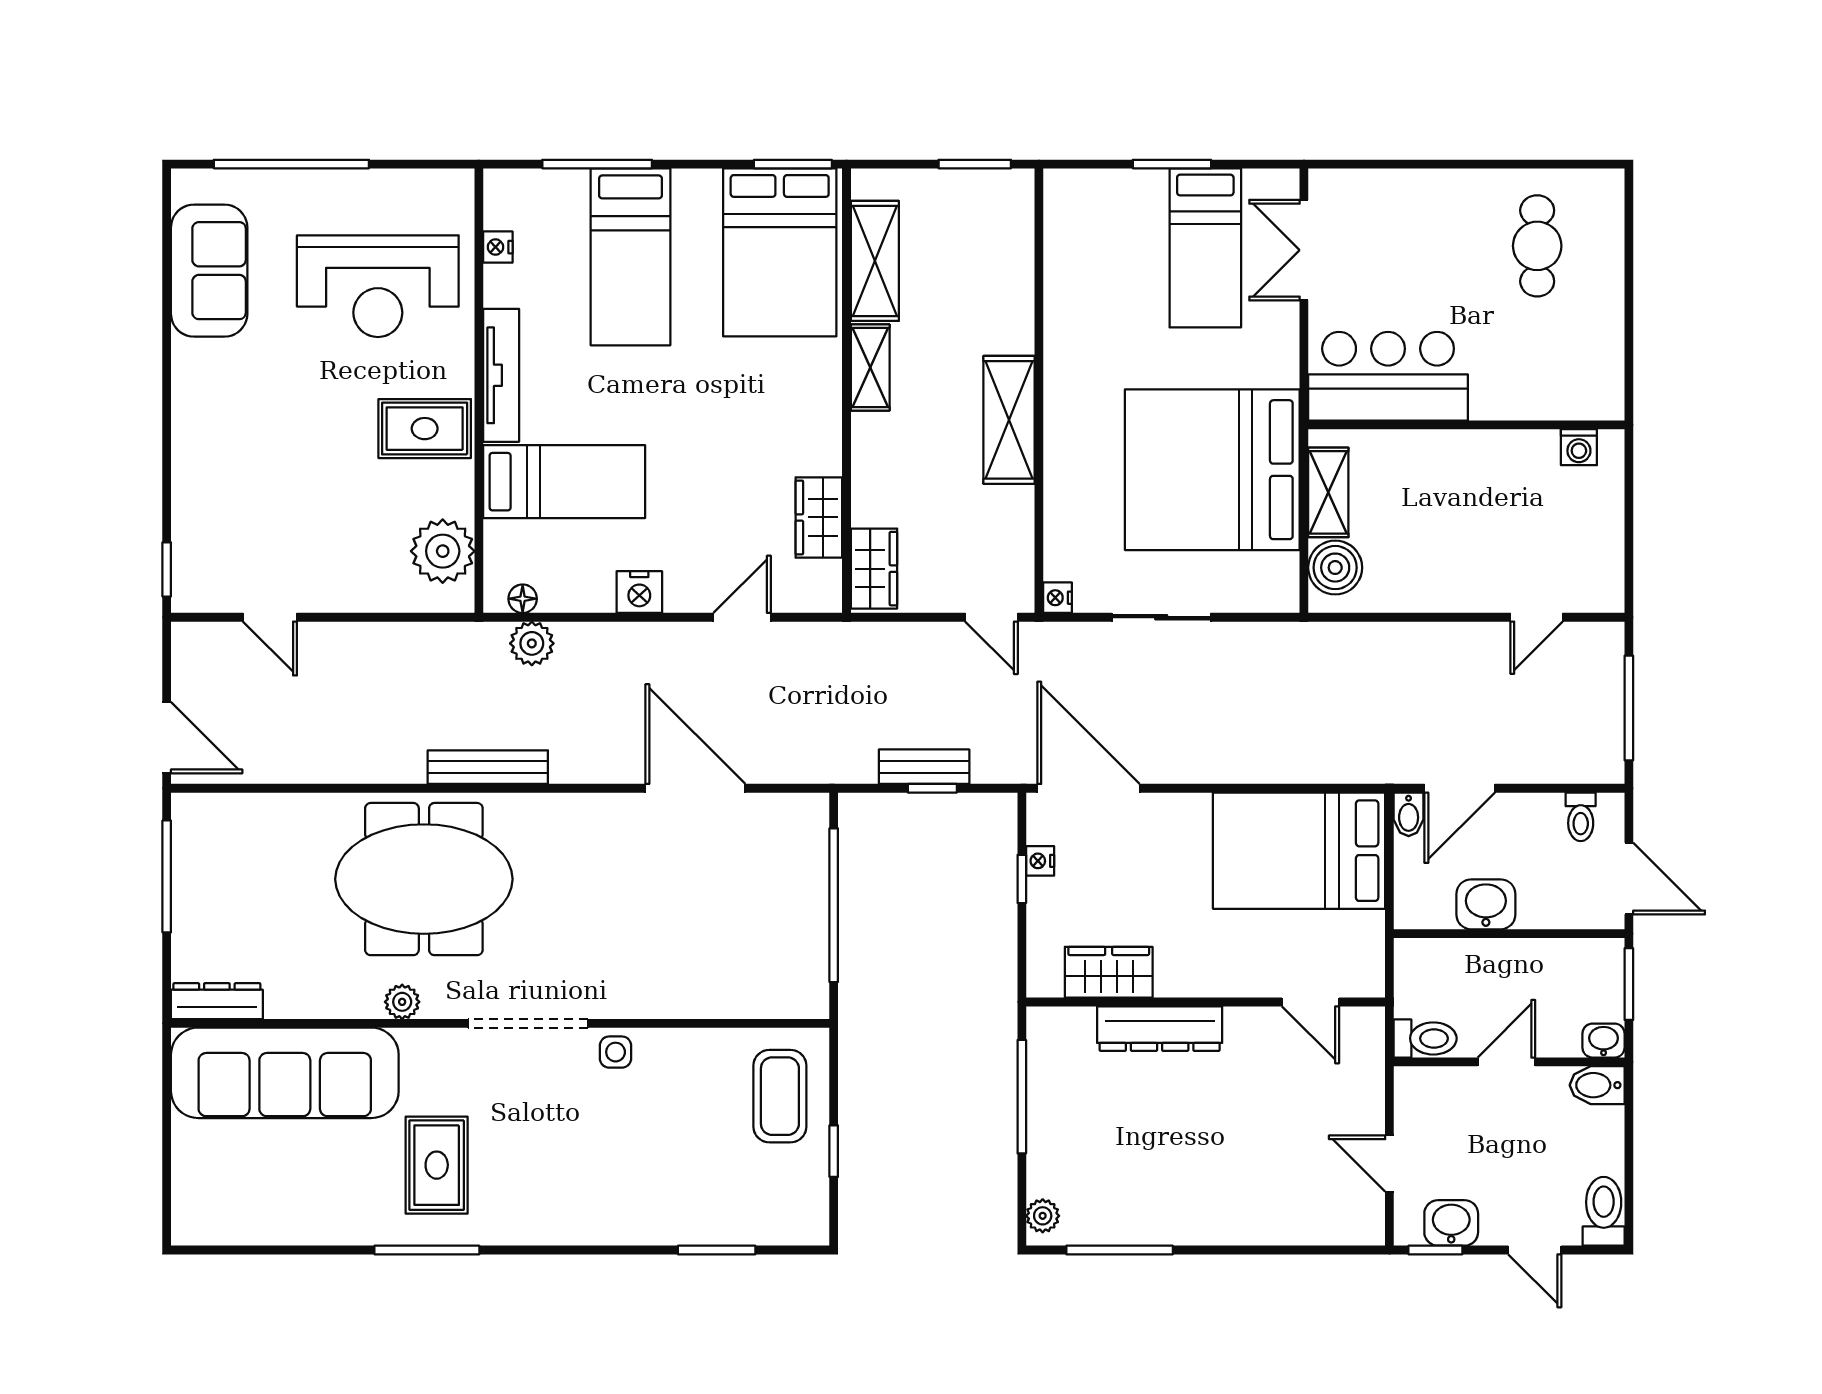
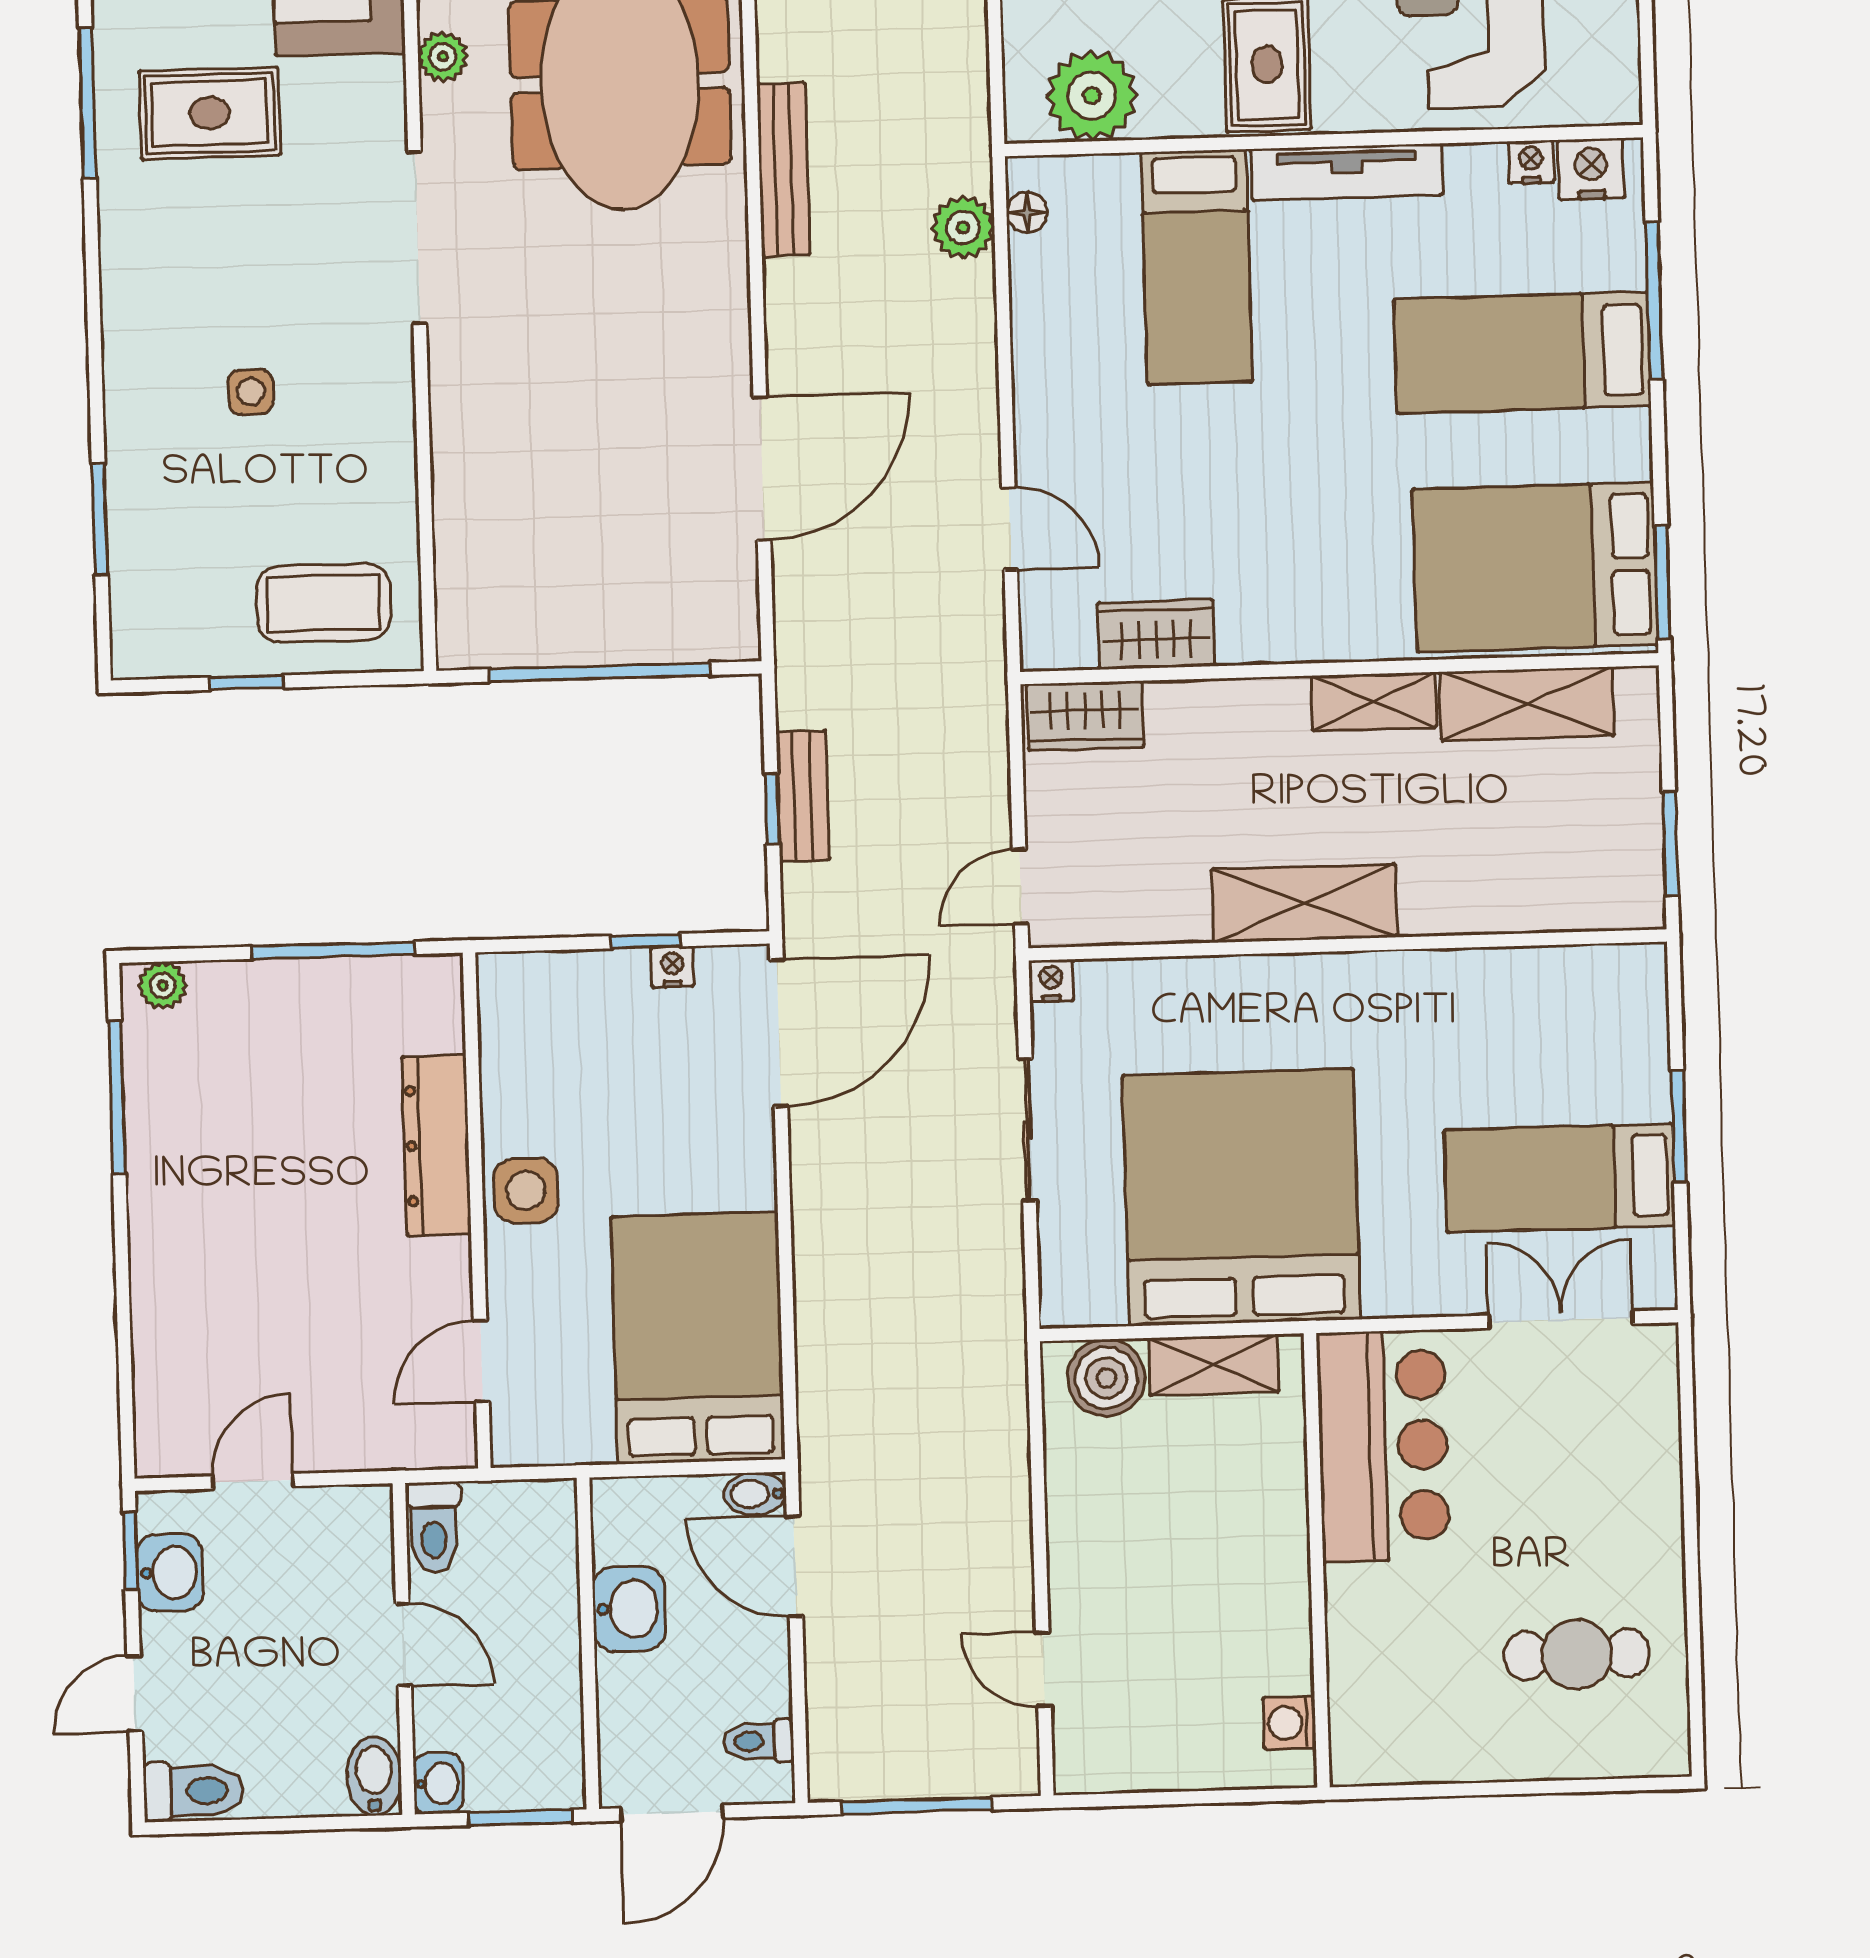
nightstand: (639, 592) -> (1591, 169), moved, turned 90
side table: (1193, 967) -> (526, 1190), added
wardrobe: (1109, 972) -> (515, 1070), removed
side table: (616, 1052) -> (251, 392), moved

